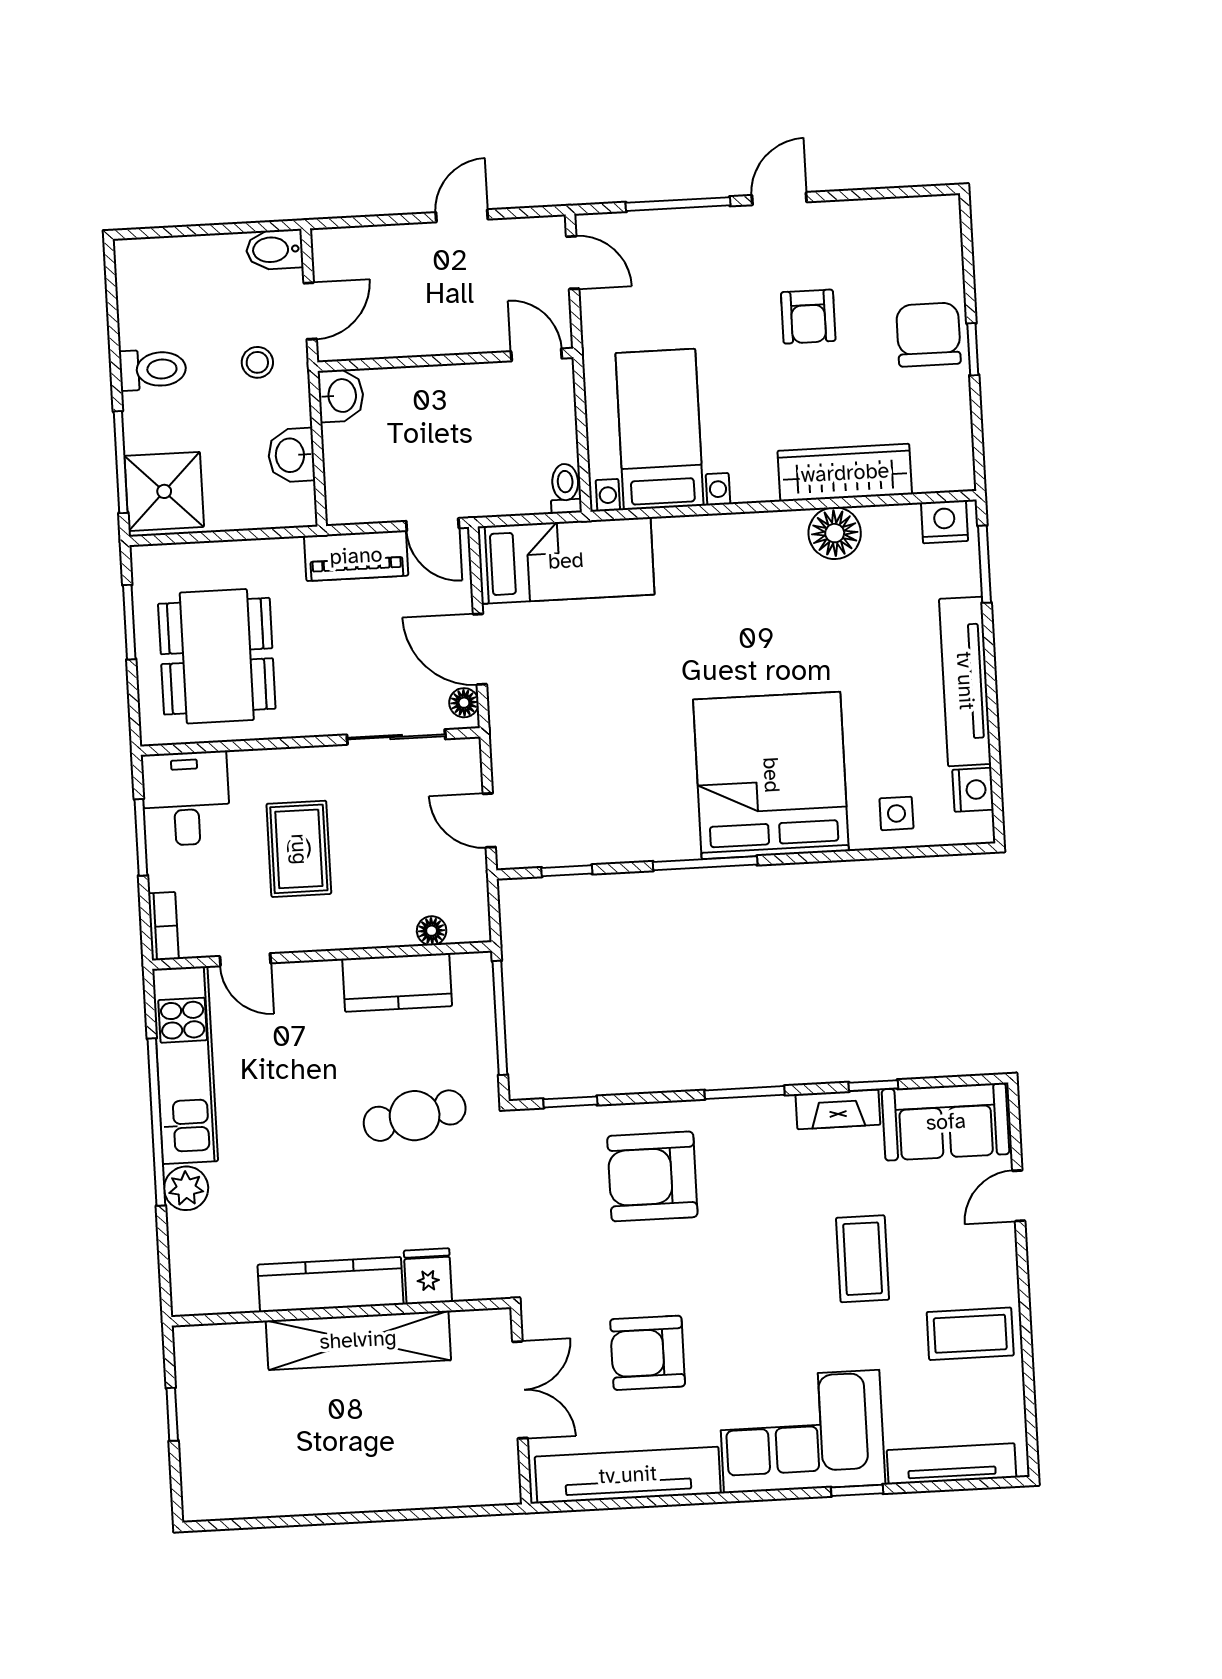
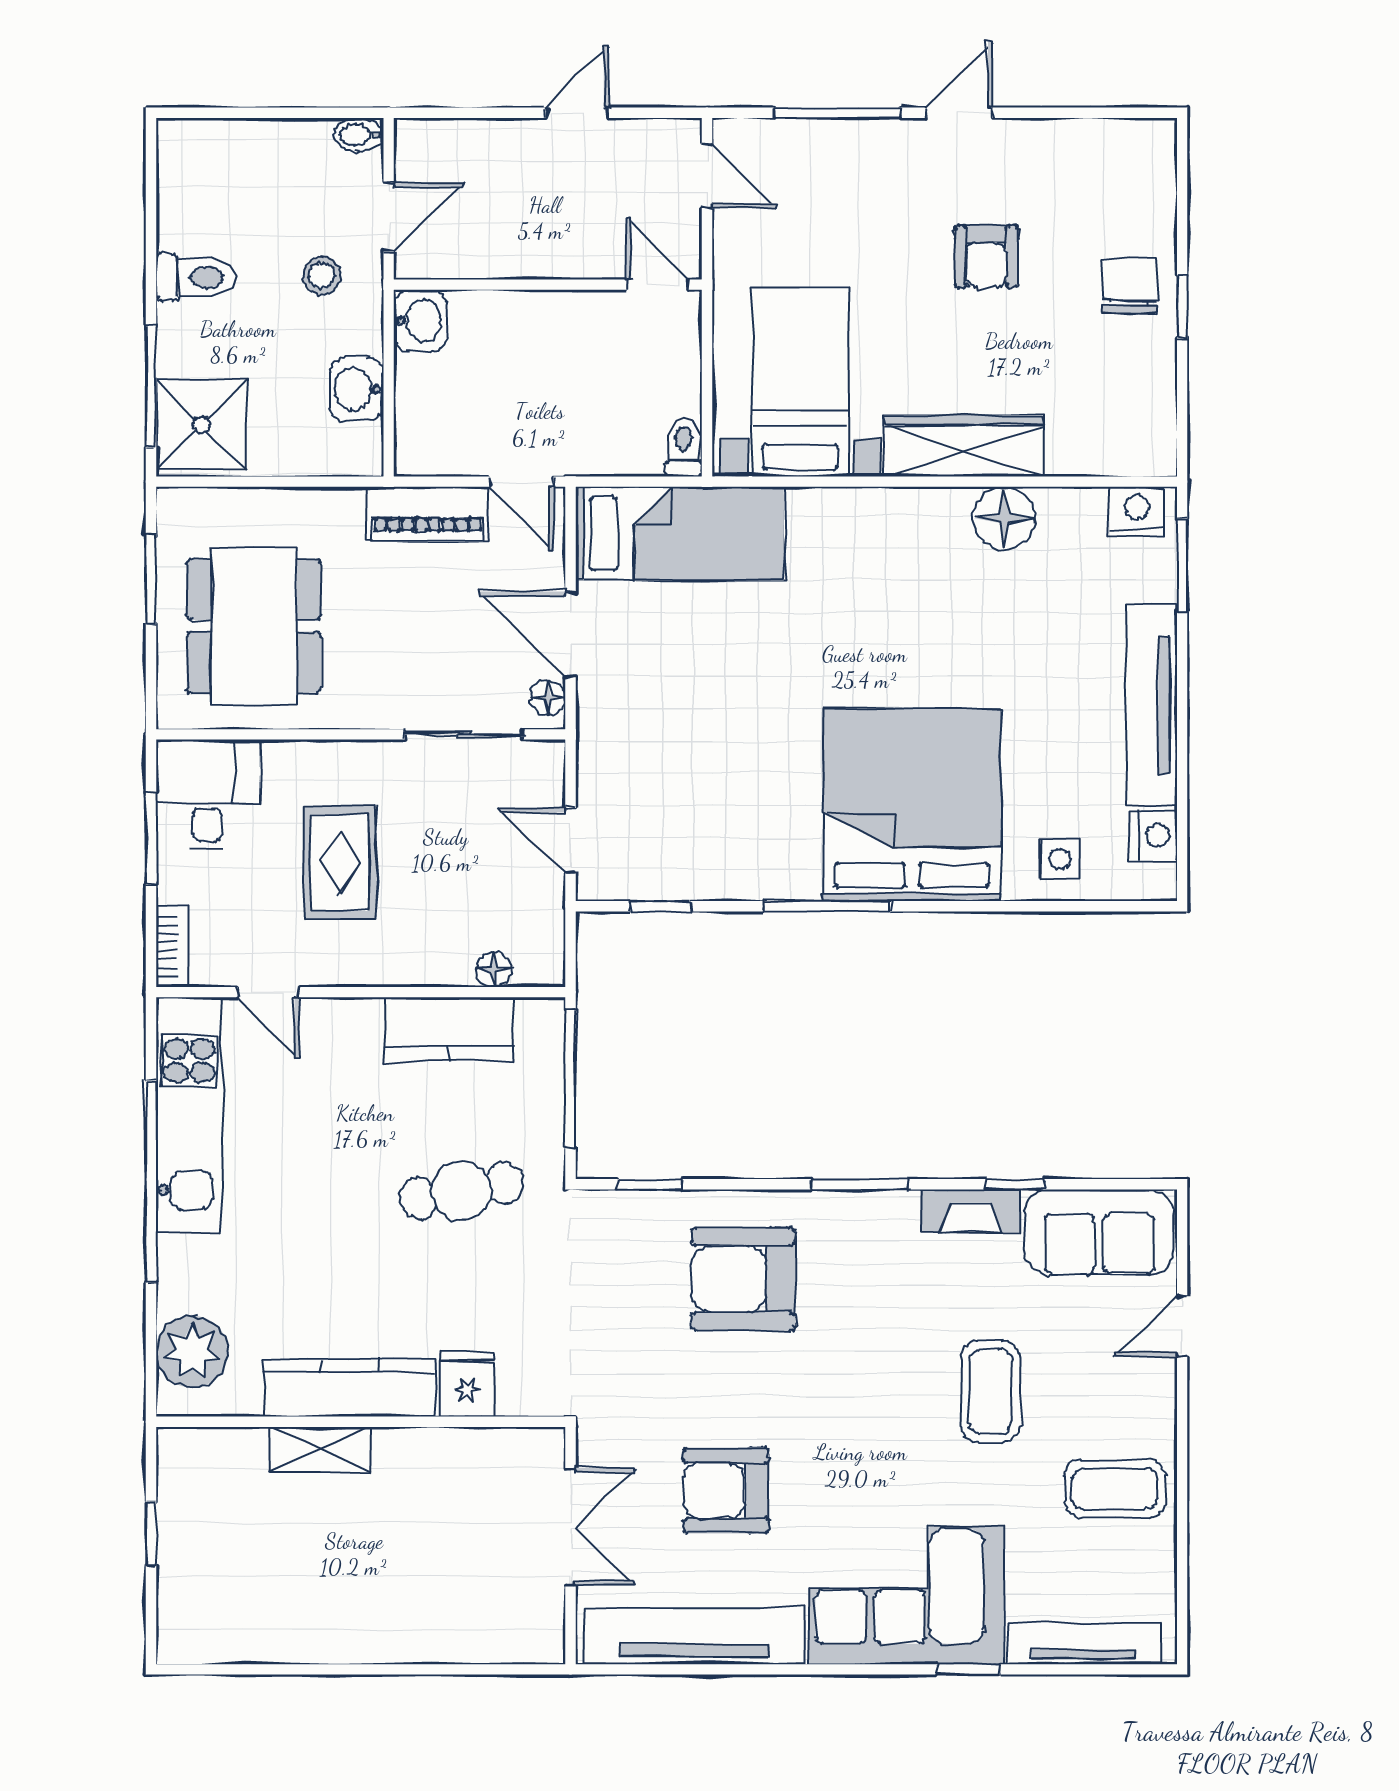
bidet: (275, 250) -> (359, 135), width x0.72, depth x0.74
chair: (929, 335) -> (1130, 286), width x0.73, depth x0.73
wardrobe: (845, 473) -> (964, 446), moved
plant: (186, 1188) -> (192, 1352), moved, width x1.36, depth x1.36
shelving: (358, 1340) -> (320, 1449), width x0.45, depth x0.75

